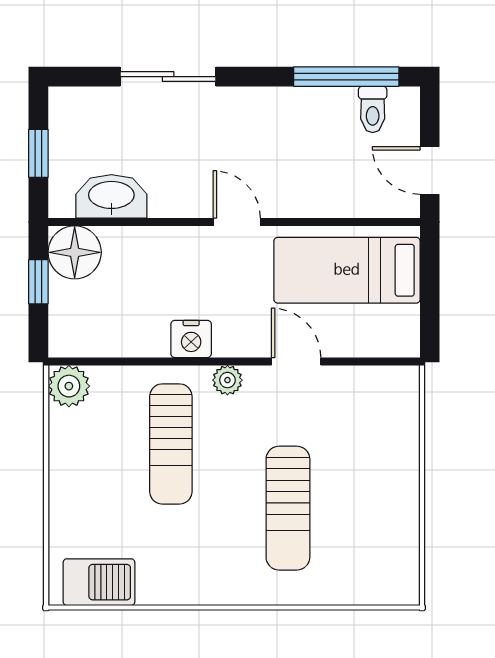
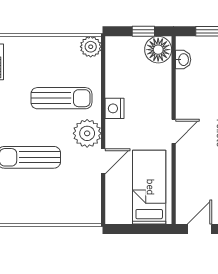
washbasin: (111, 196) -> (183, 60), width x0.52, depth x0.69
plant: (227, 380) -> (87, 133), width x1.88, depth x1.88
sun lounger: (171, 444) -> (61, 98), turned 180

